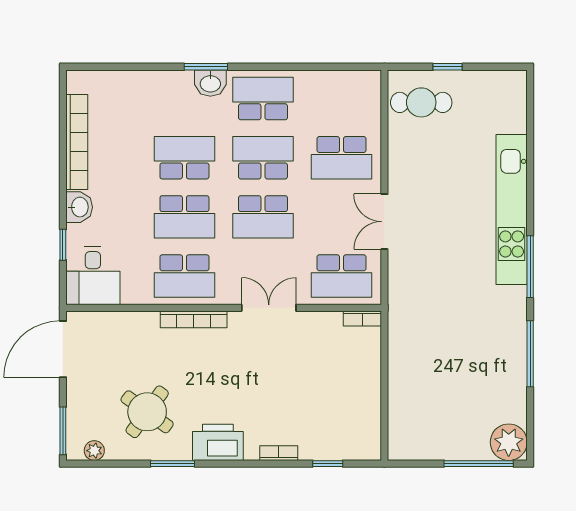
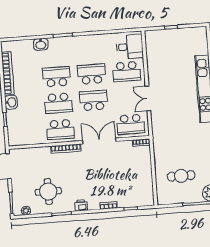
washbasin: (210, 83) -> (41, 44), moved
school desk: (263, 99) -> (90, 48), removed
cafe table: (421, 102) -> (181, 176), moved
school desk: (263, 217) -> (93, 100), turned 180
desk: (93, 276) -> (130, 47), moved, turned -90
double door: (269, 308) -> (99, 141), width x1.37
round table: (147, 412) -> (48, 192), turned -36
printer: (218, 442) -> (81, 205), width x0.53, depth x0.68

